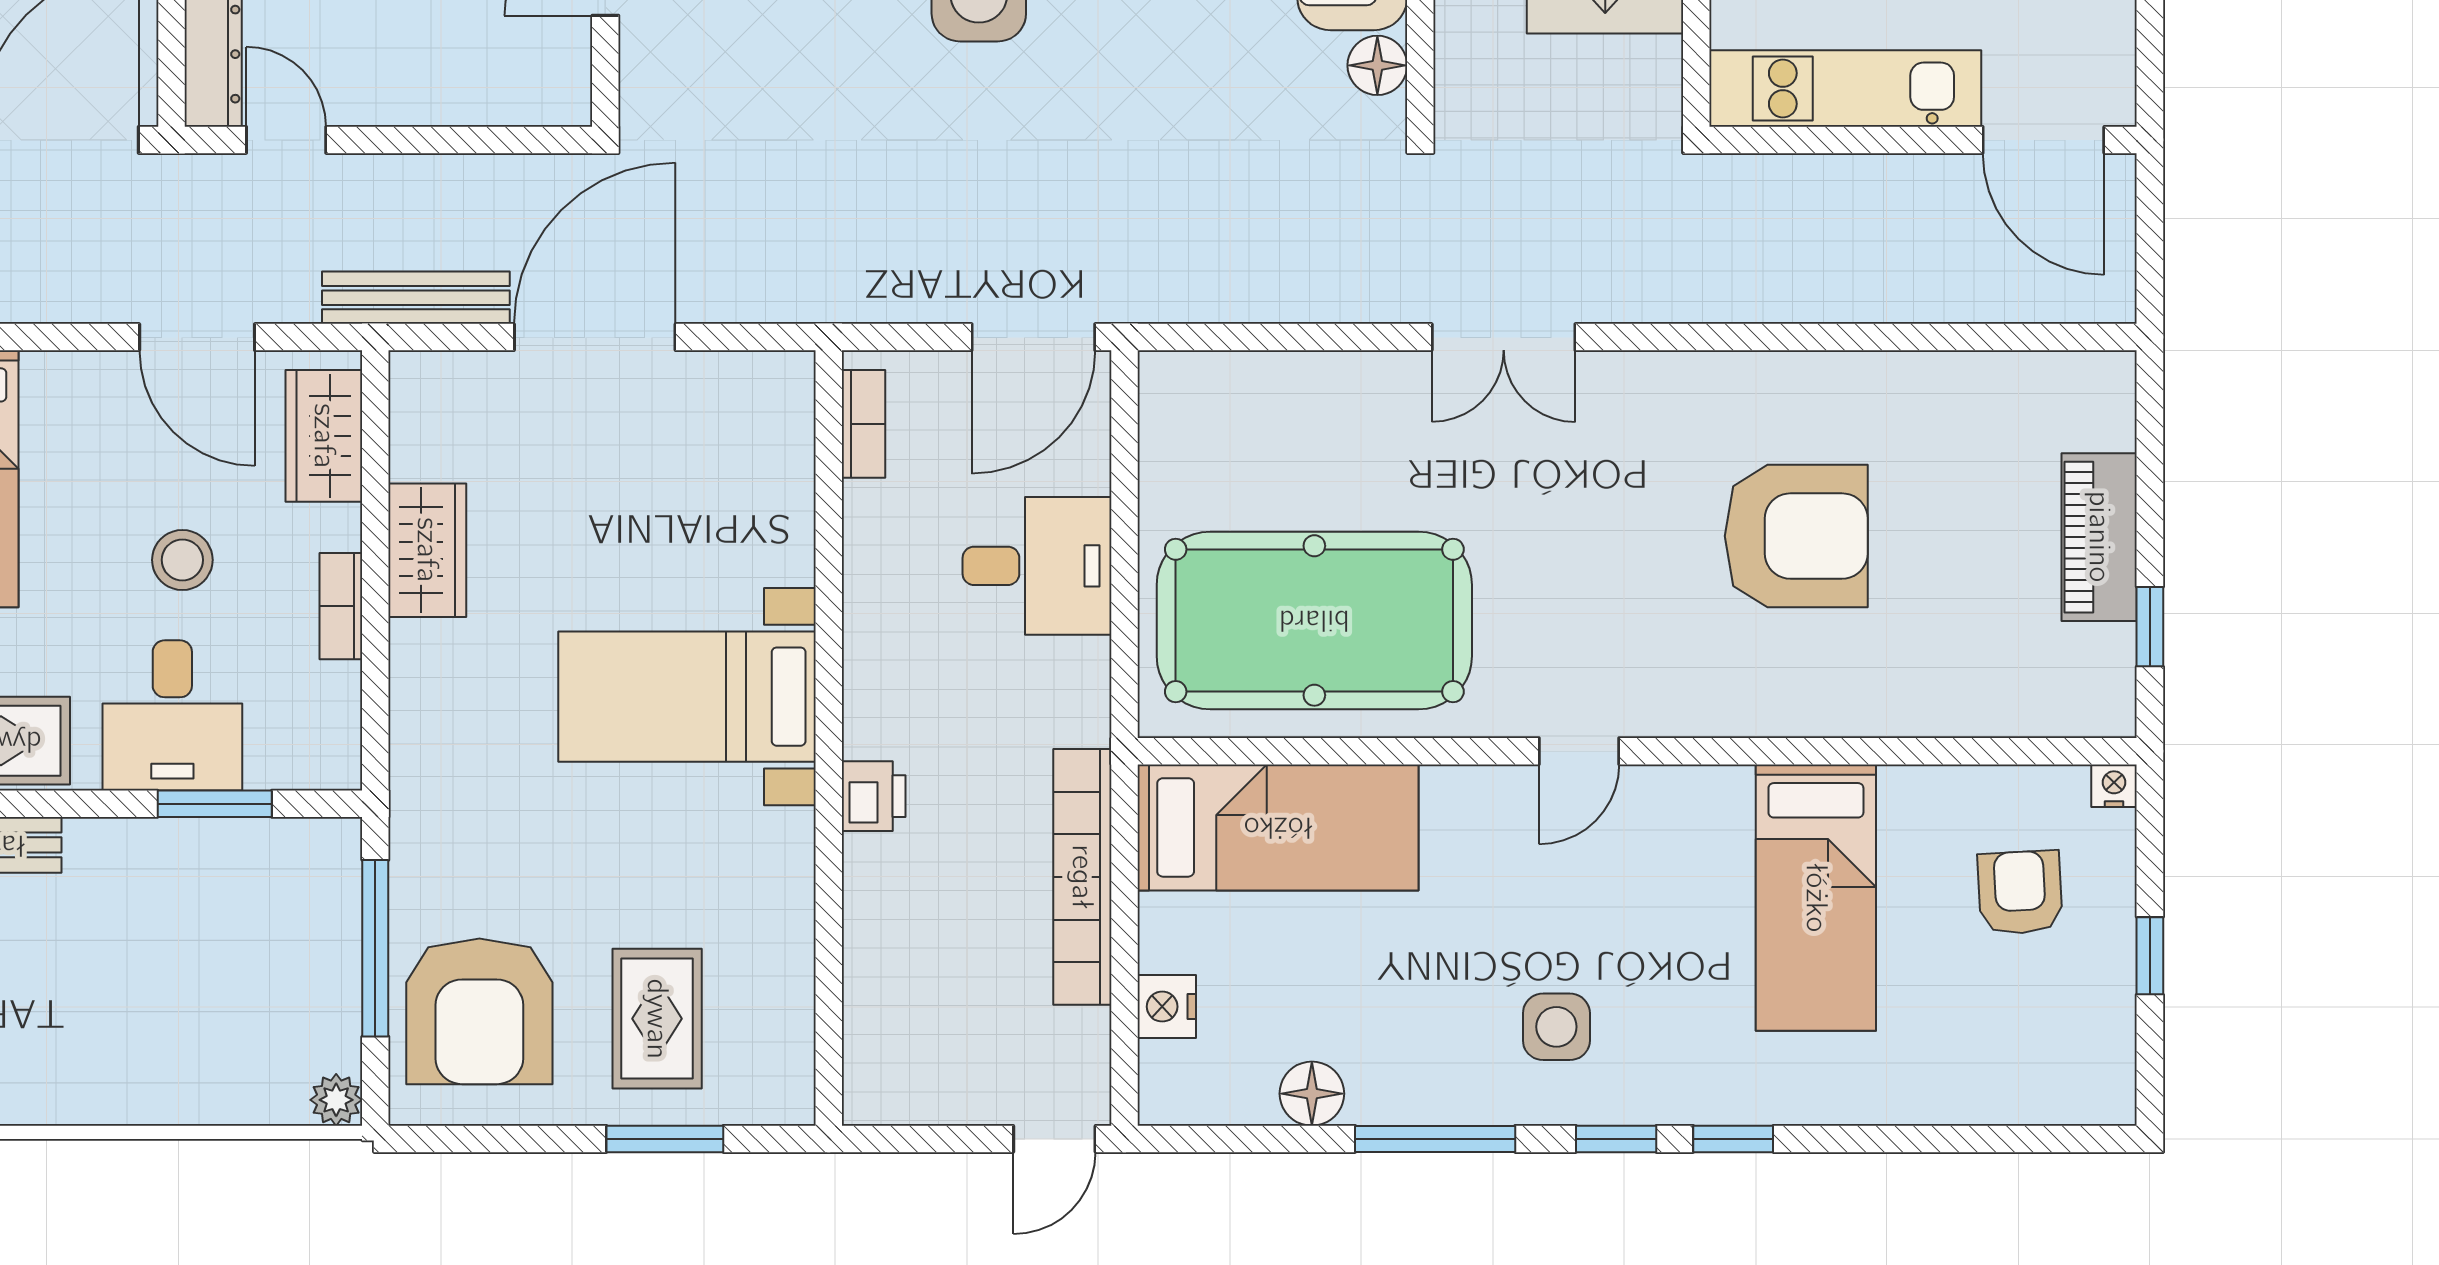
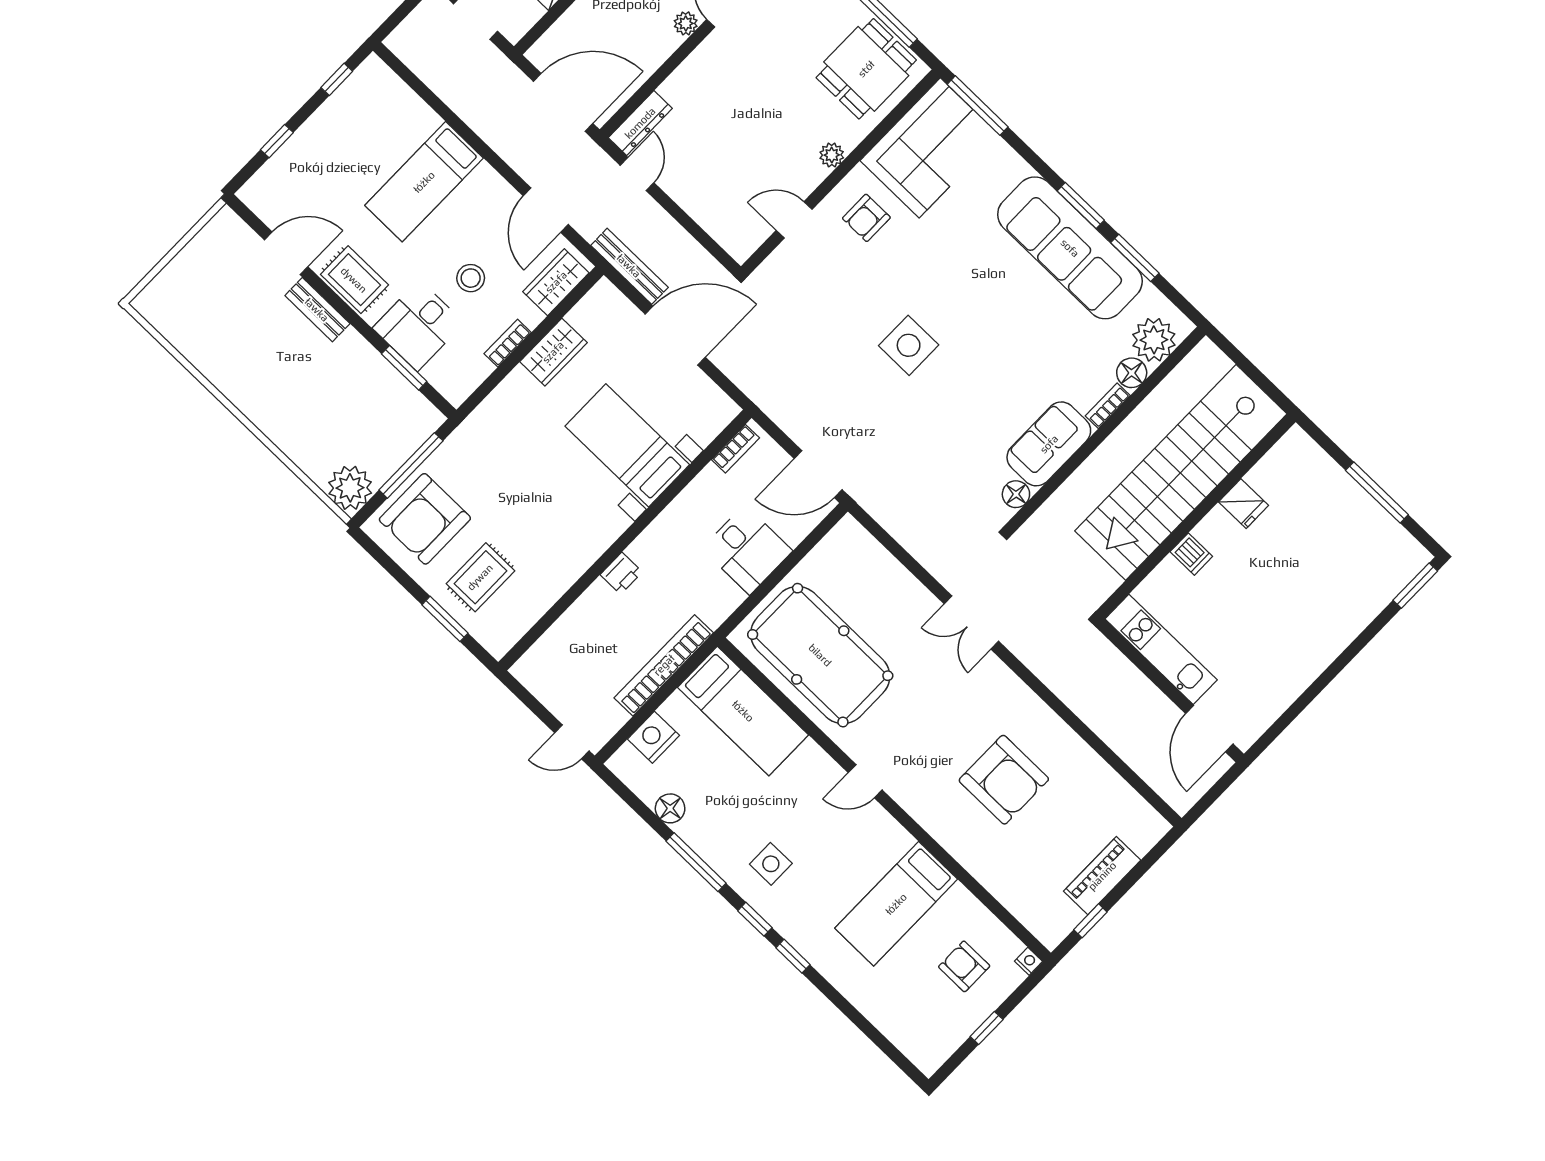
bed with nightstands: (687, 697) -> (627, 445), moved
armchair: (2020, 893) -> (964, 966), turned -87
nightstand: (1167, 1007) -> (653, 737), width x1.36, depth x1.33
plant: (336, 1100) -> (350, 488), width x1.87, depth x1.87

